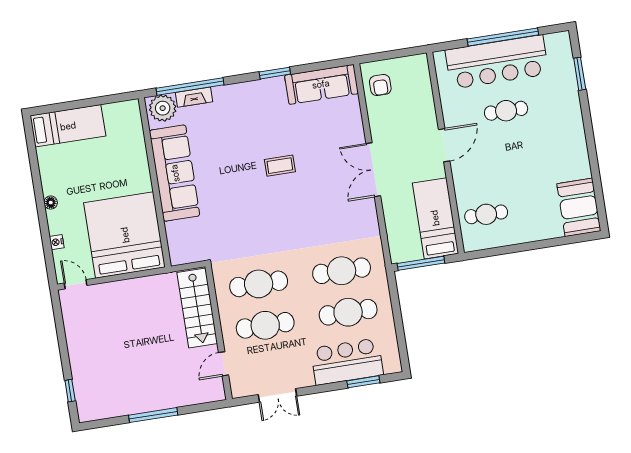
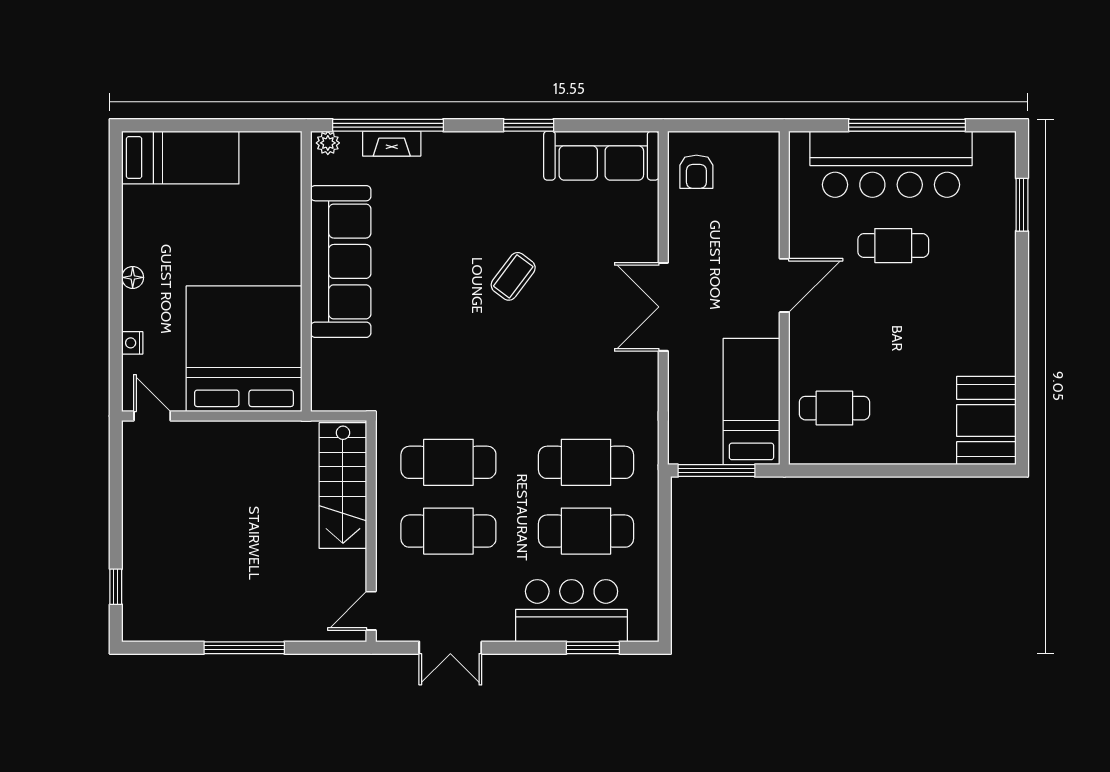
plant: (163, 108) -> (328, 143), width x0.53, depth x0.53
coffee table: (280, 166) -> (513, 276), turned -53
door: (224, 364) -> (371, 611), moved

